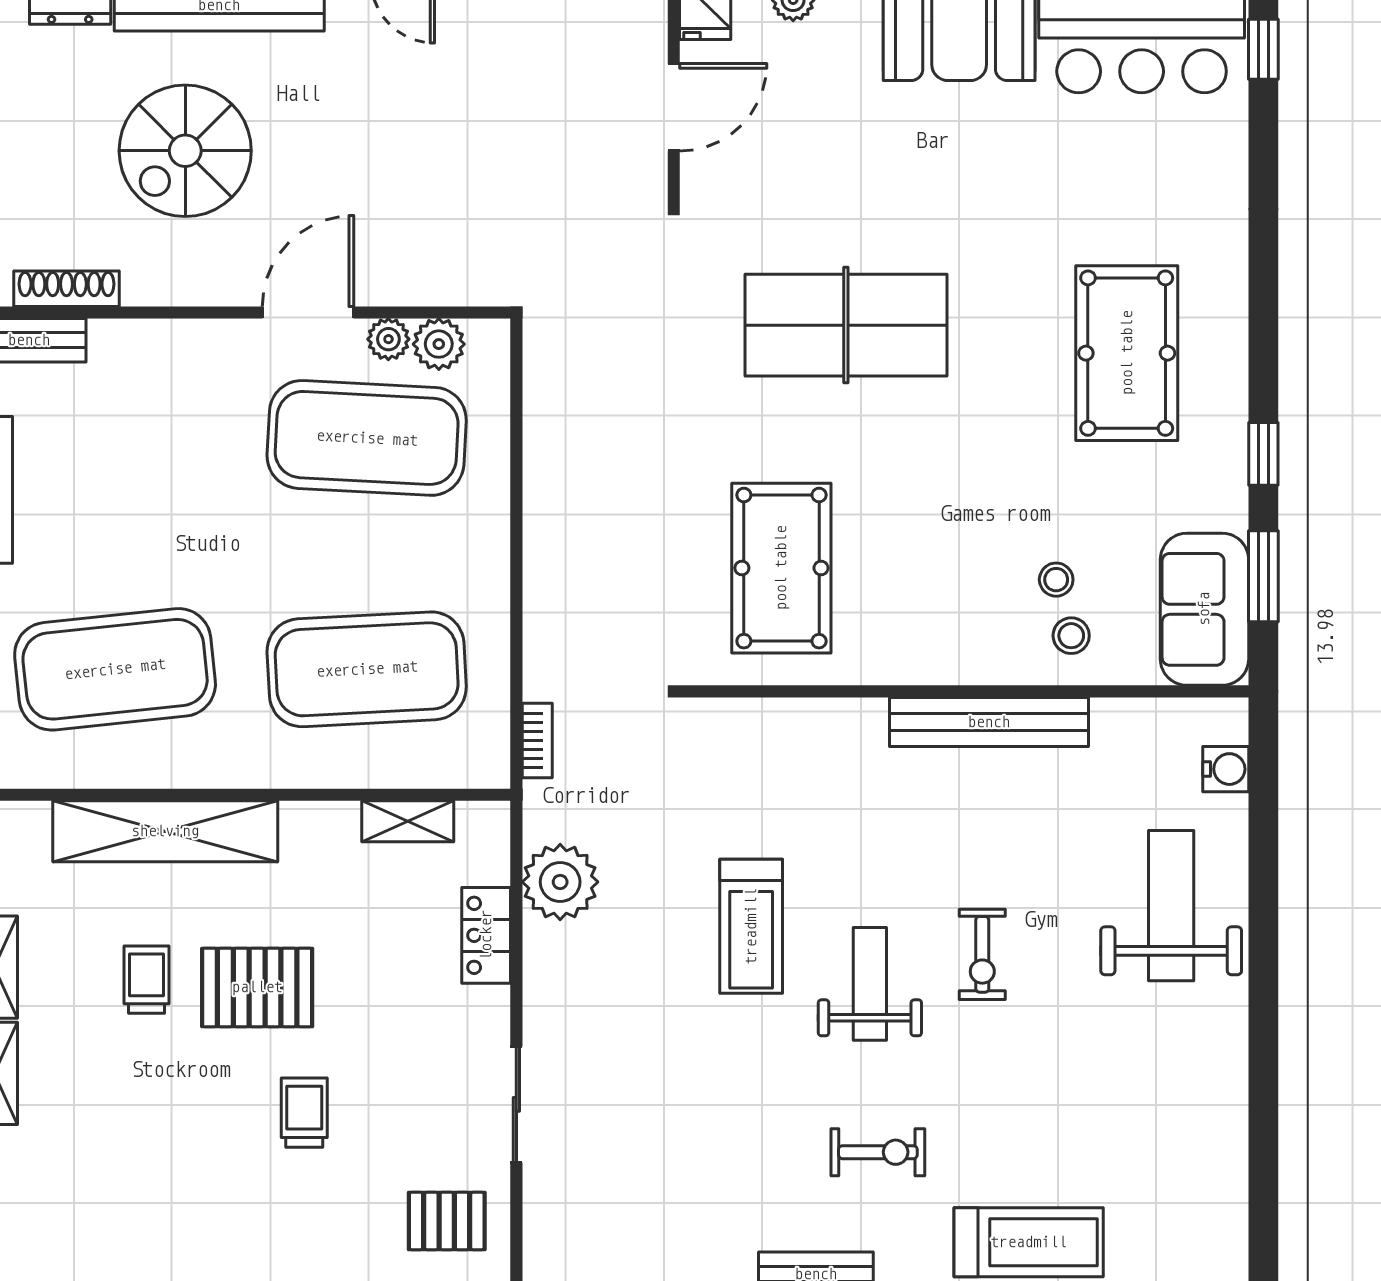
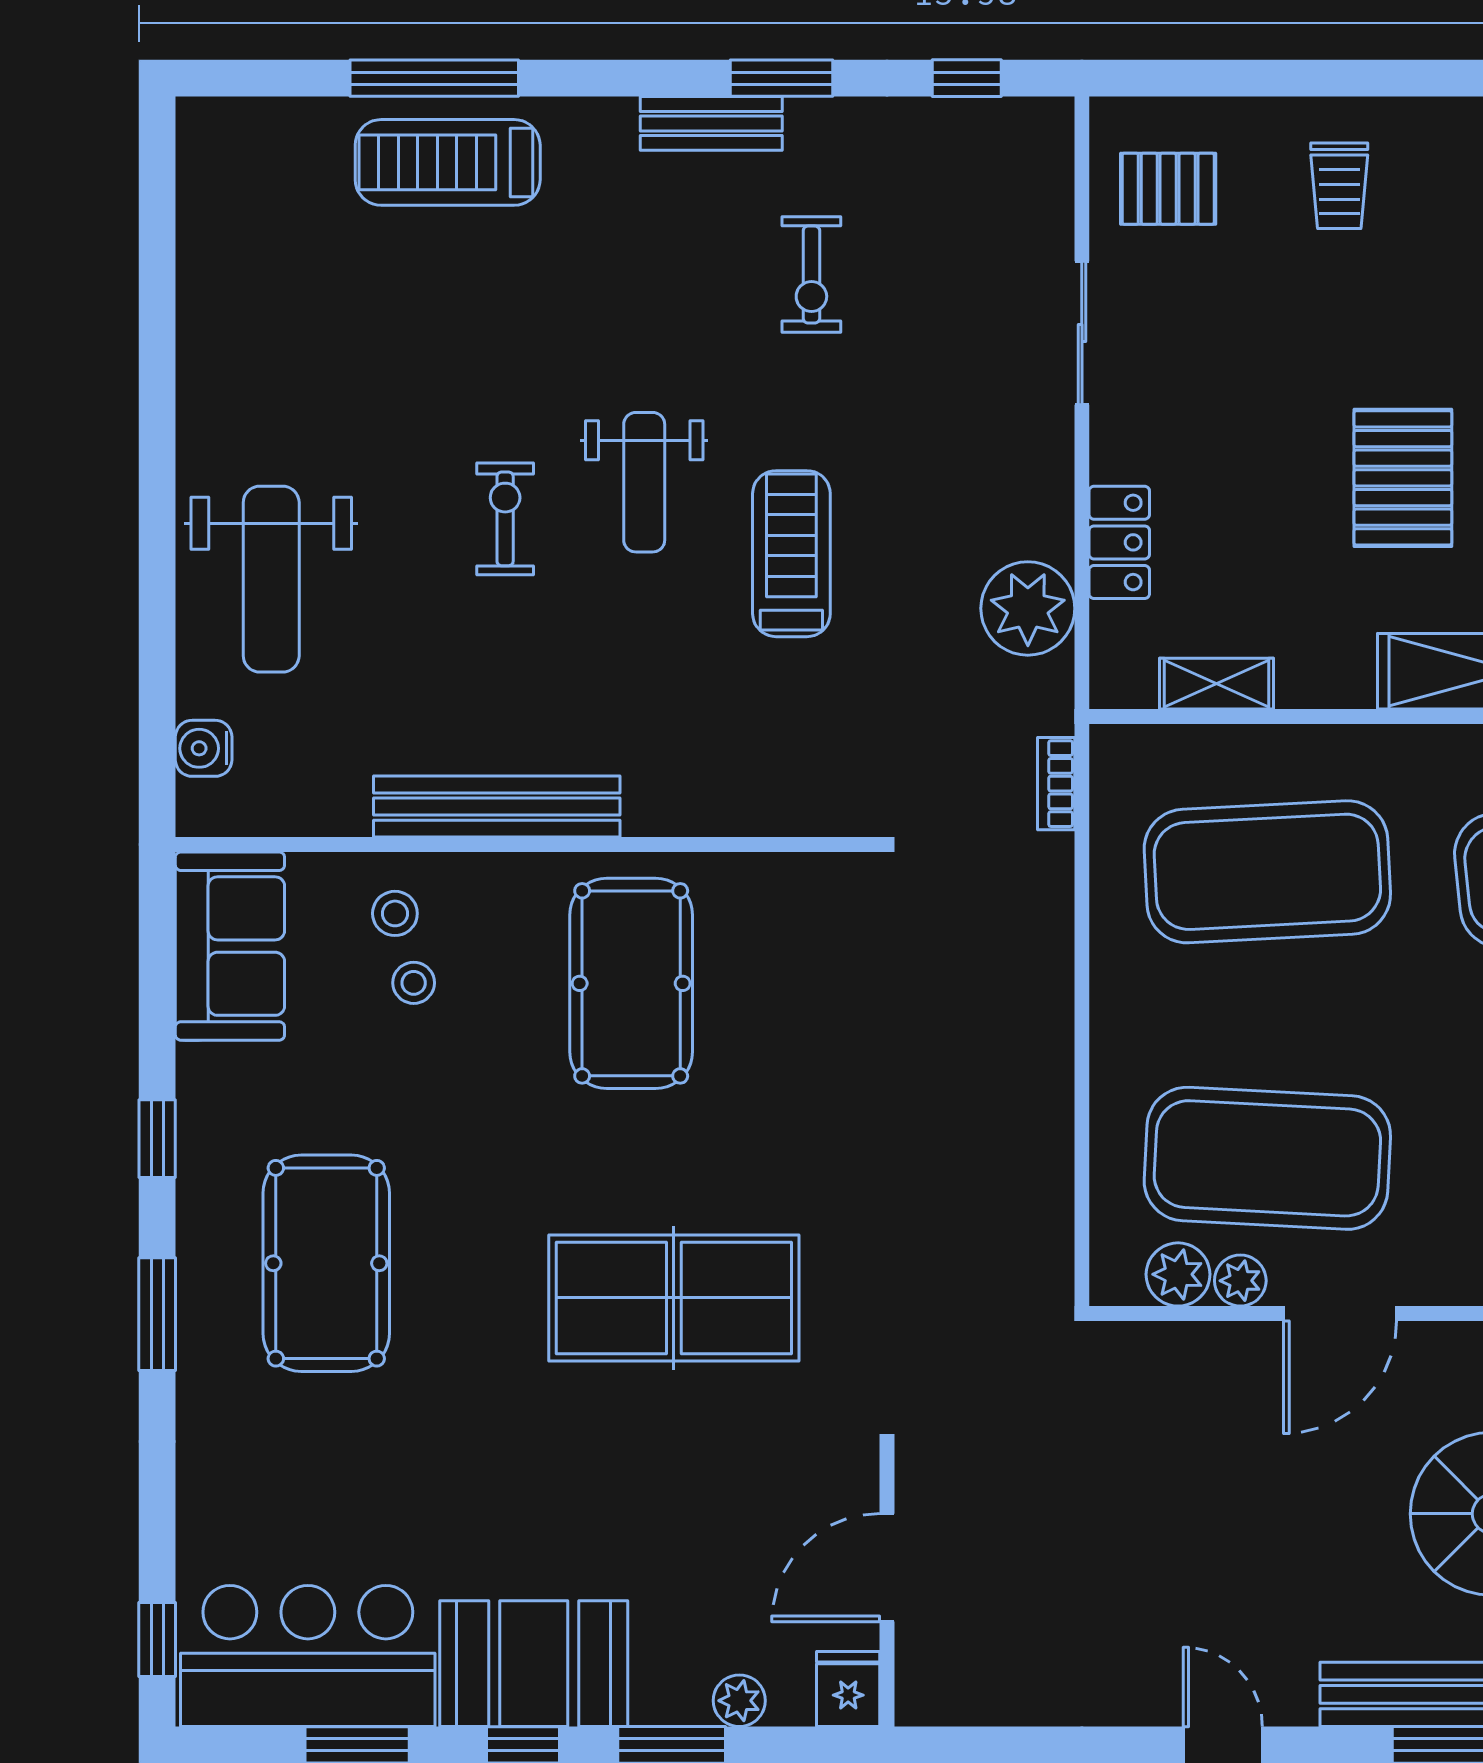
pool table: (781, 568) -> (631, 983), moved
window: (1263, 576) -> (157, 1314), moved
pallet: (257, 987) -> (1403, 478), turned 90
trolley: (304, 1113) -> (1339, 186), moved
exercise bike: (878, 1152) -> (811, 275), moved, turned -90

